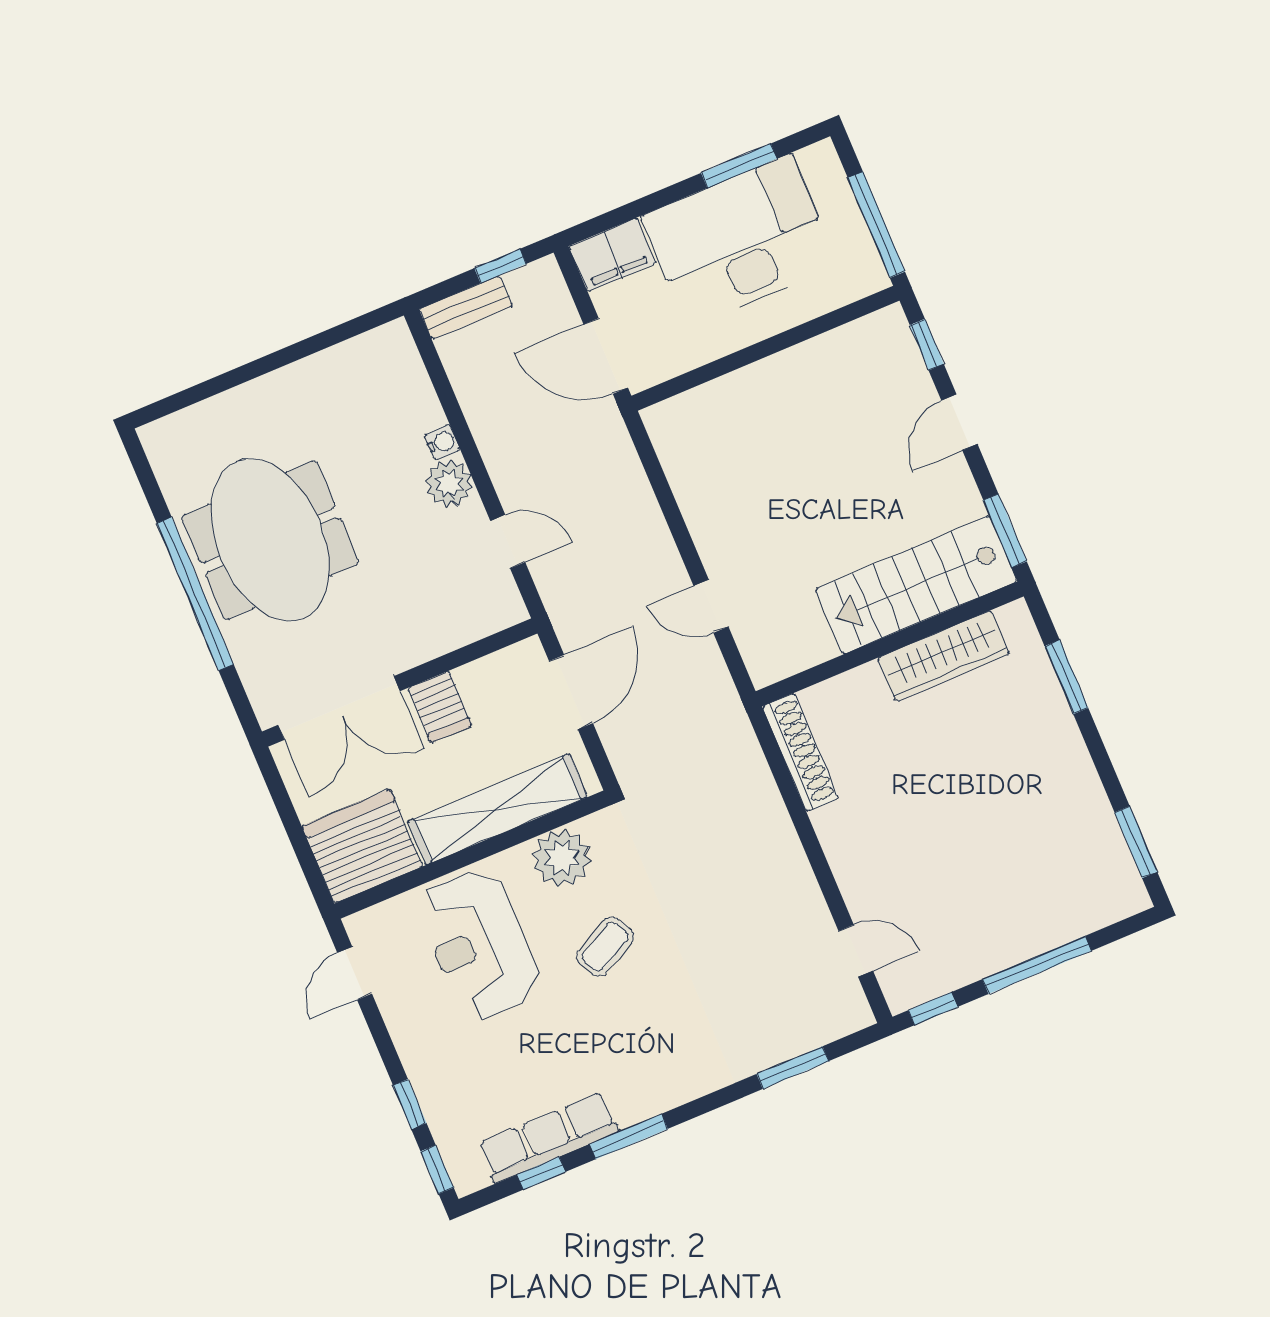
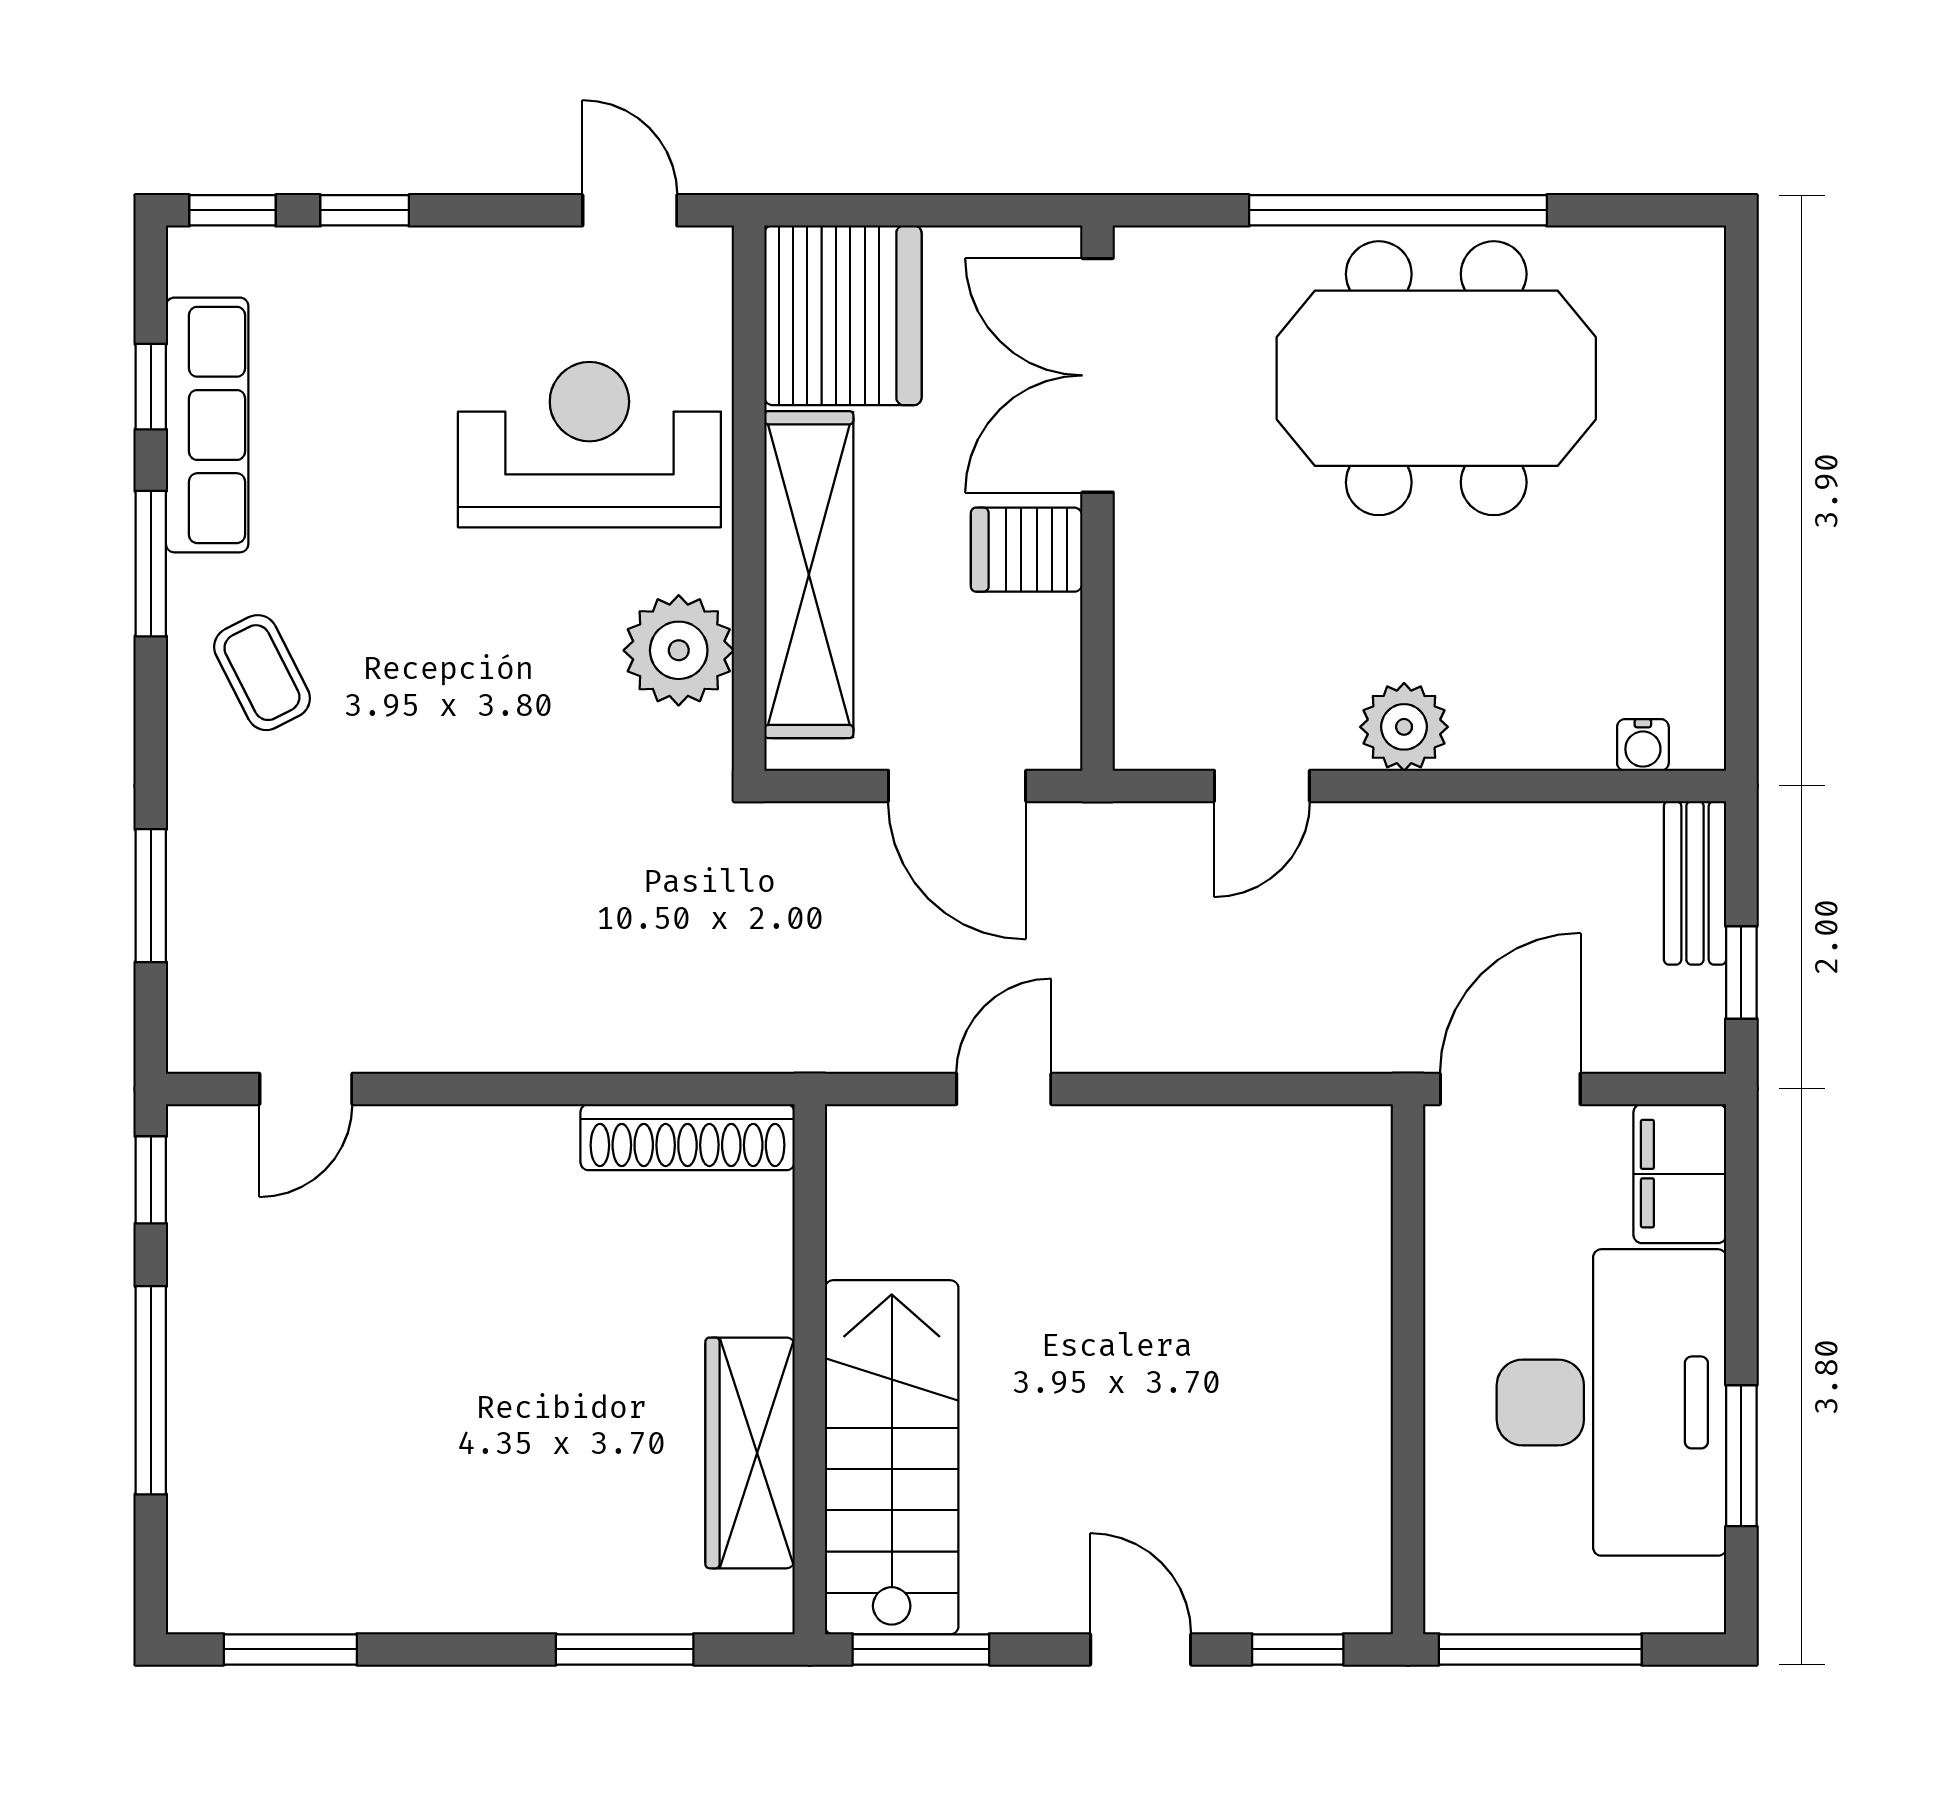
water cooler: (442, 442) -> (1643, 745), moved
coffee table: (605, 947) -> (262, 673), moved

